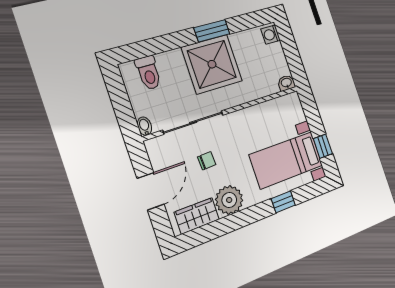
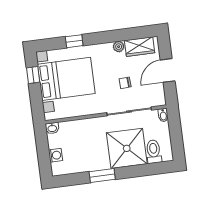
washing machine: (270, 35) -> (56, 155), moved
shower: (212, 64) -> (127, 148), moved
bed with nightstands: (286, 160) -> (66, 79), width x1.36
plant: (229, 200) -> (119, 47), width x0.53, depth x0.53

